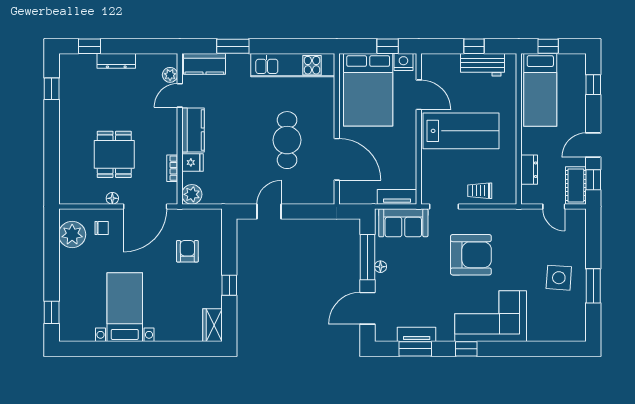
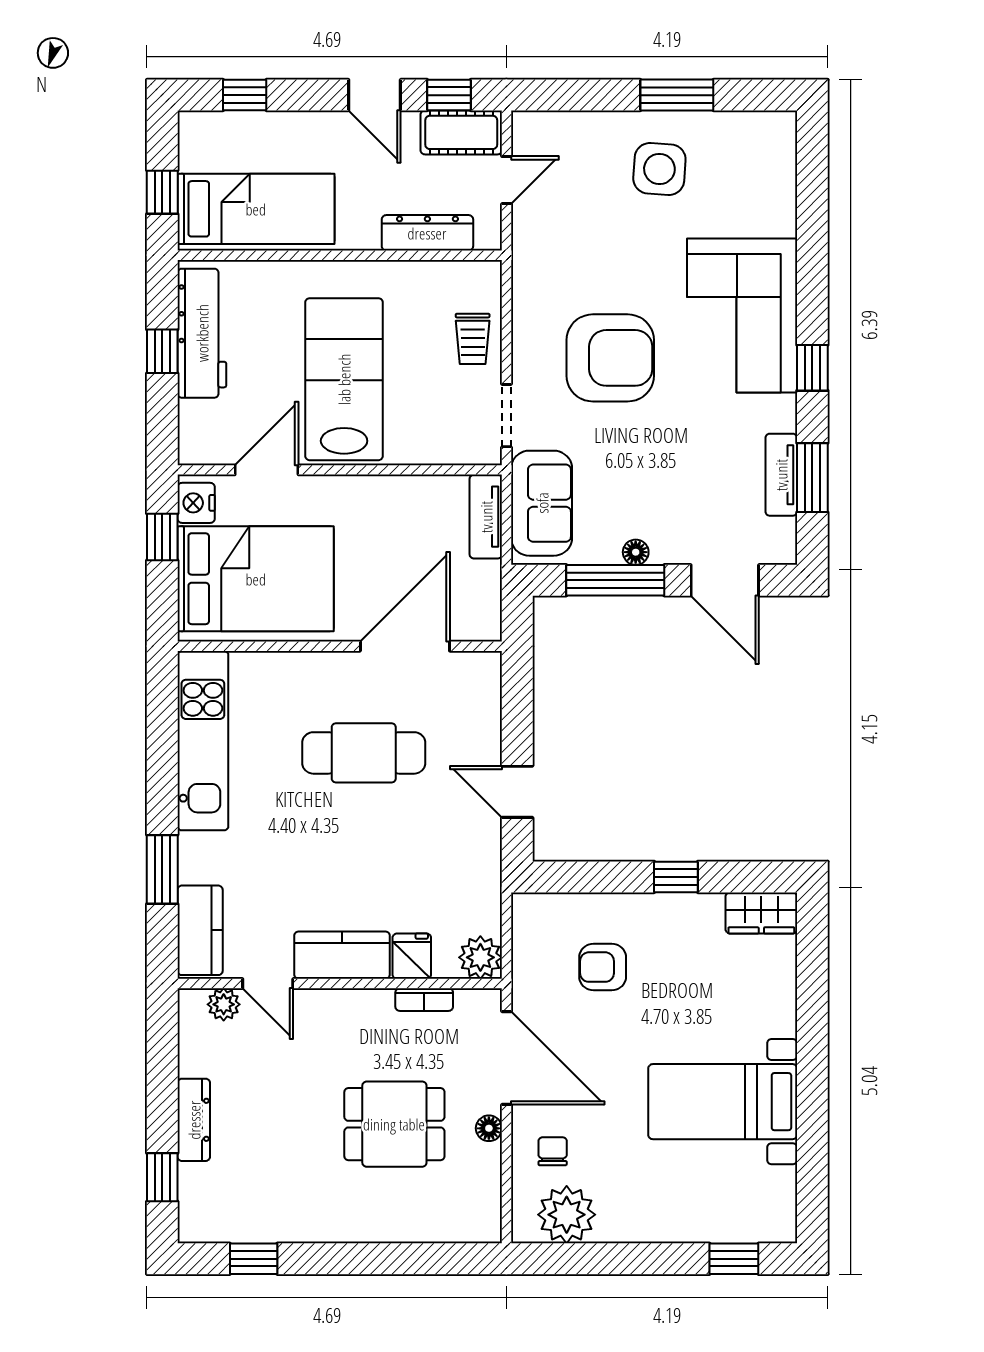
workbench: (482, 65) -> (202, 333), width x1.38
dresser: (529, 170) -> (427, 233), width x1.44
armchair: (471, 255) -> (610, 358), turned 90

